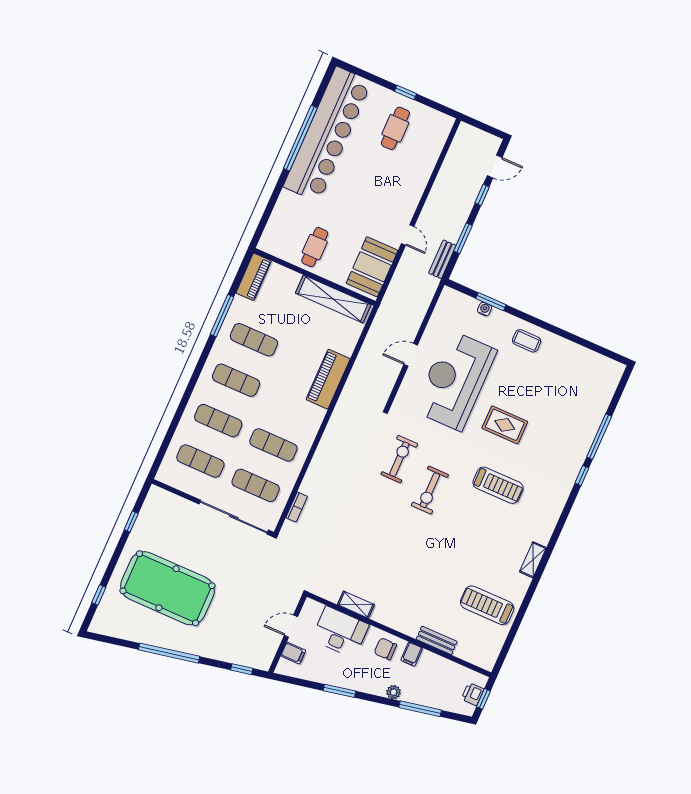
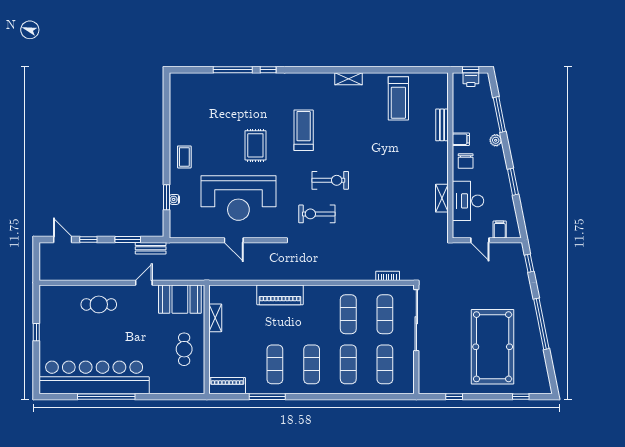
cafe table: (395, 128) -> (99, 304), moved
cafe table: (315, 247) -> (184, 349), turned 90
shelving: (333, 299) -> (215, 318), width x0.45, depth x0.75

